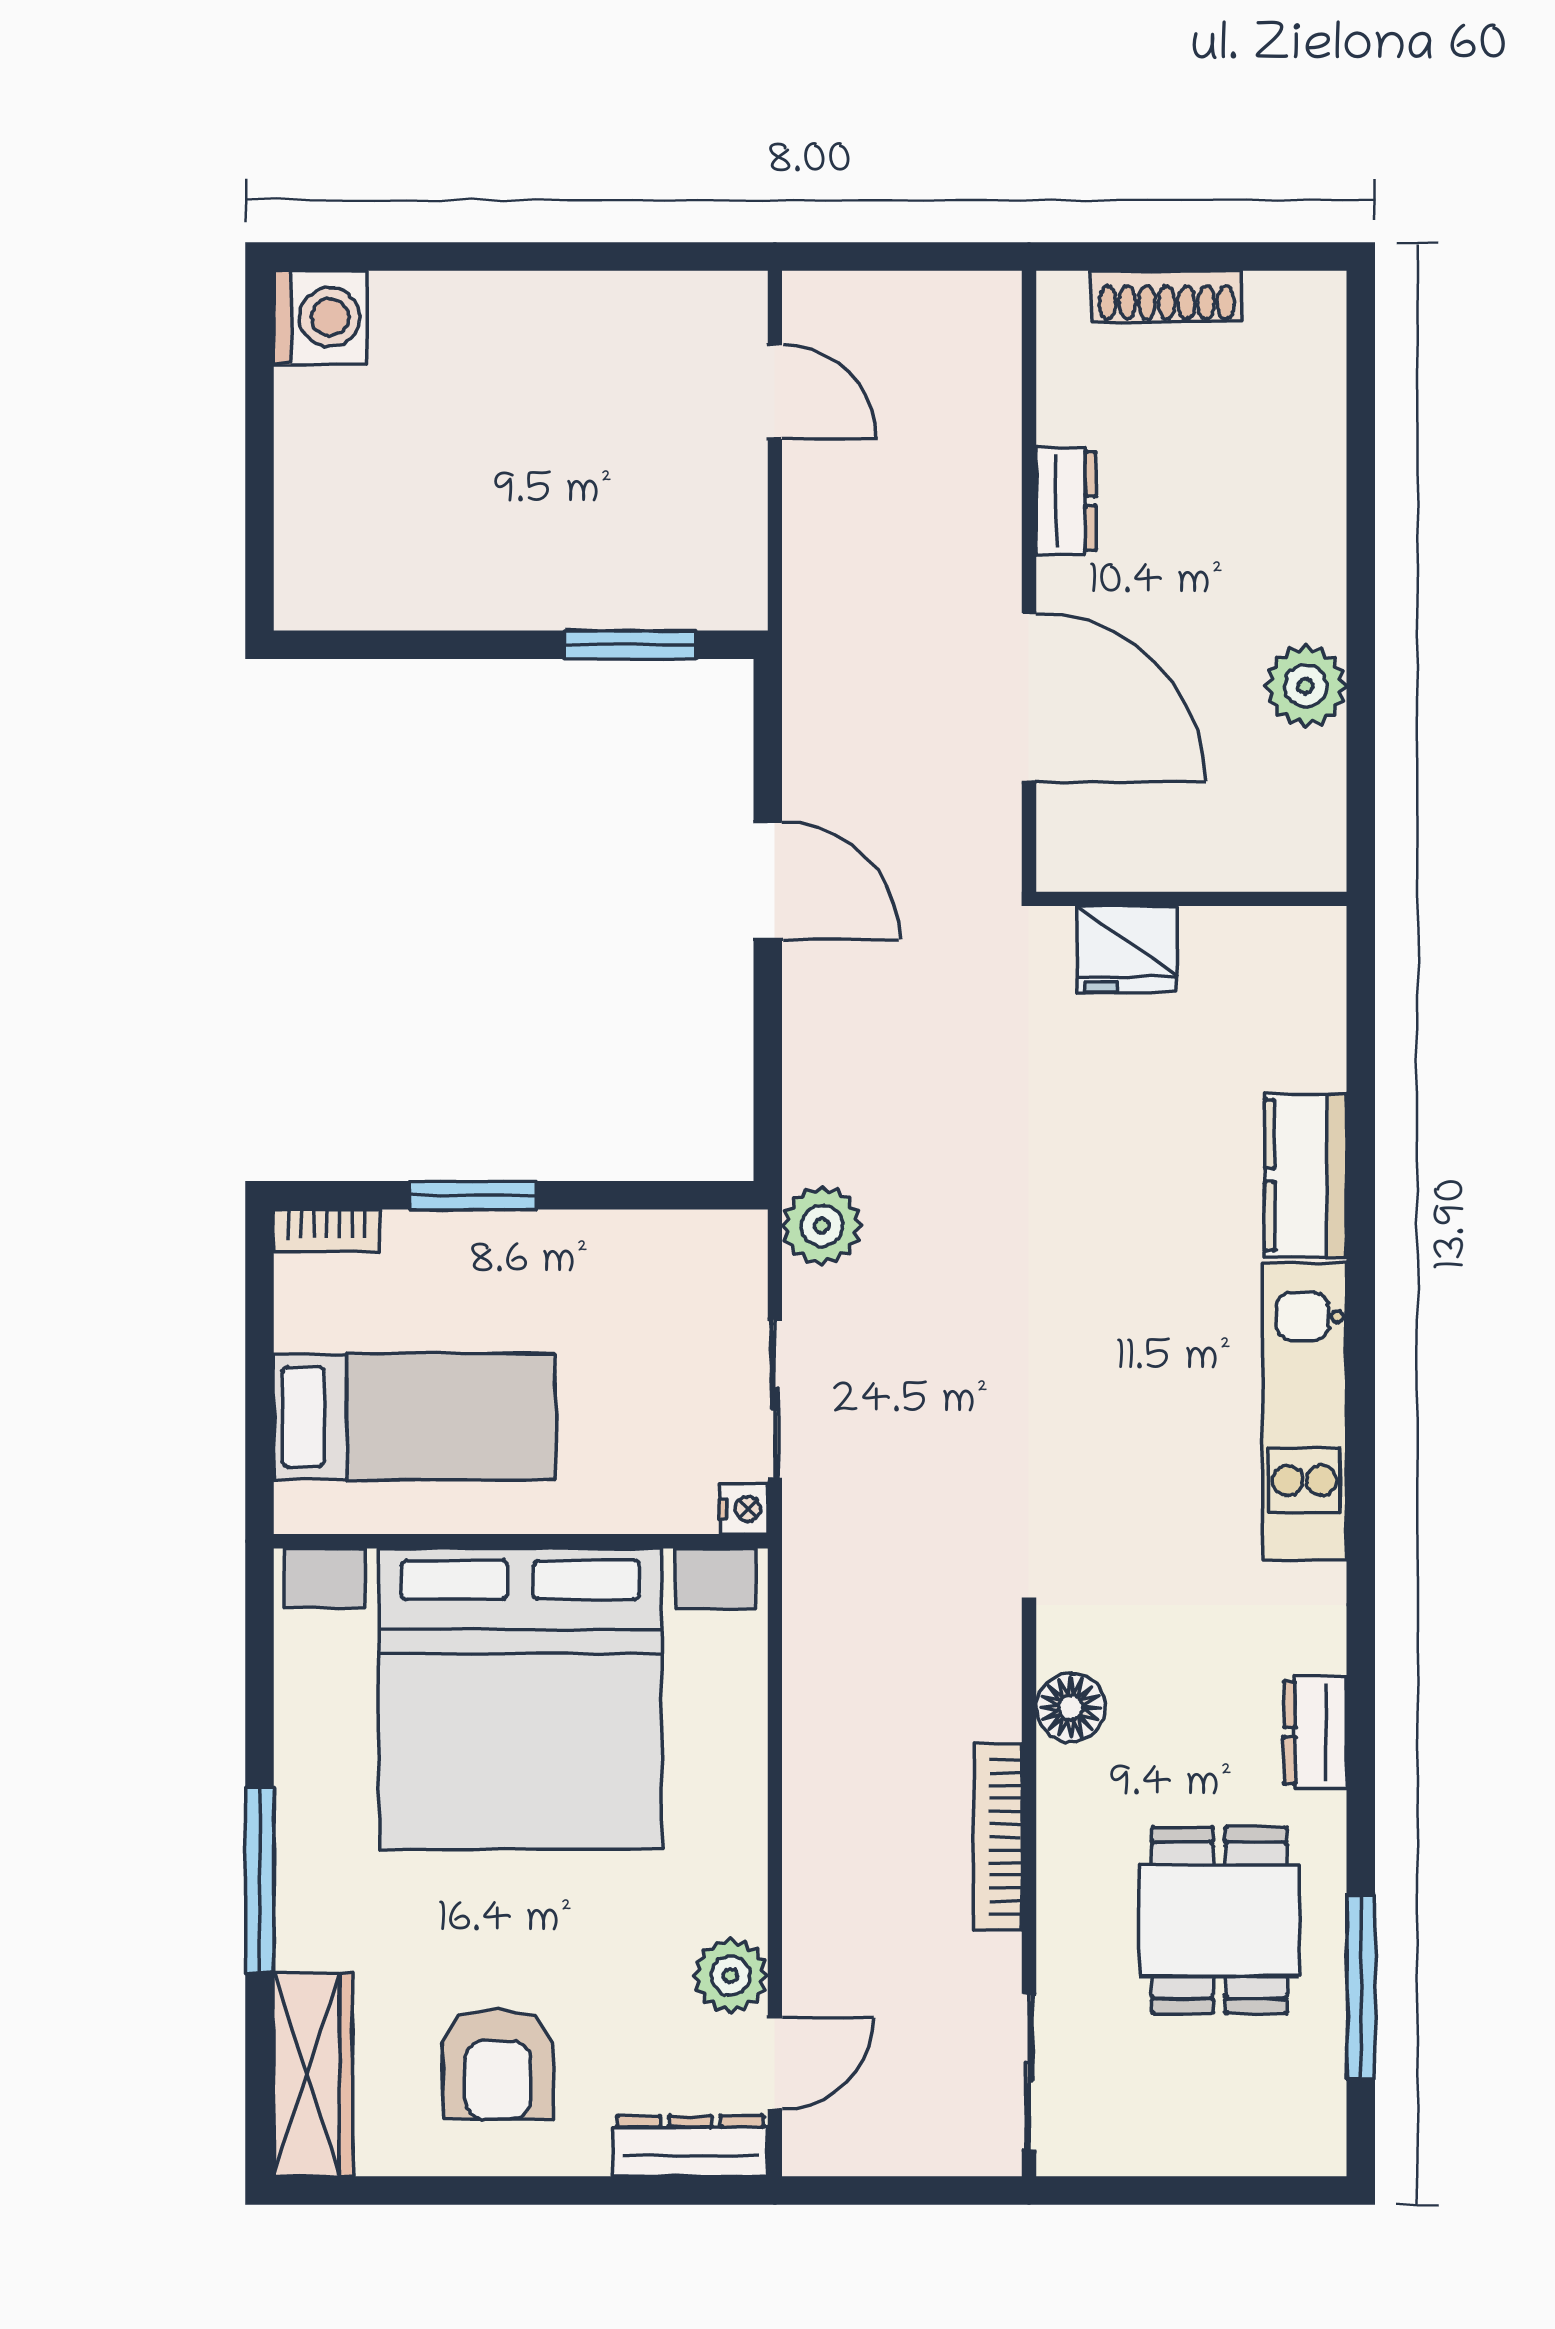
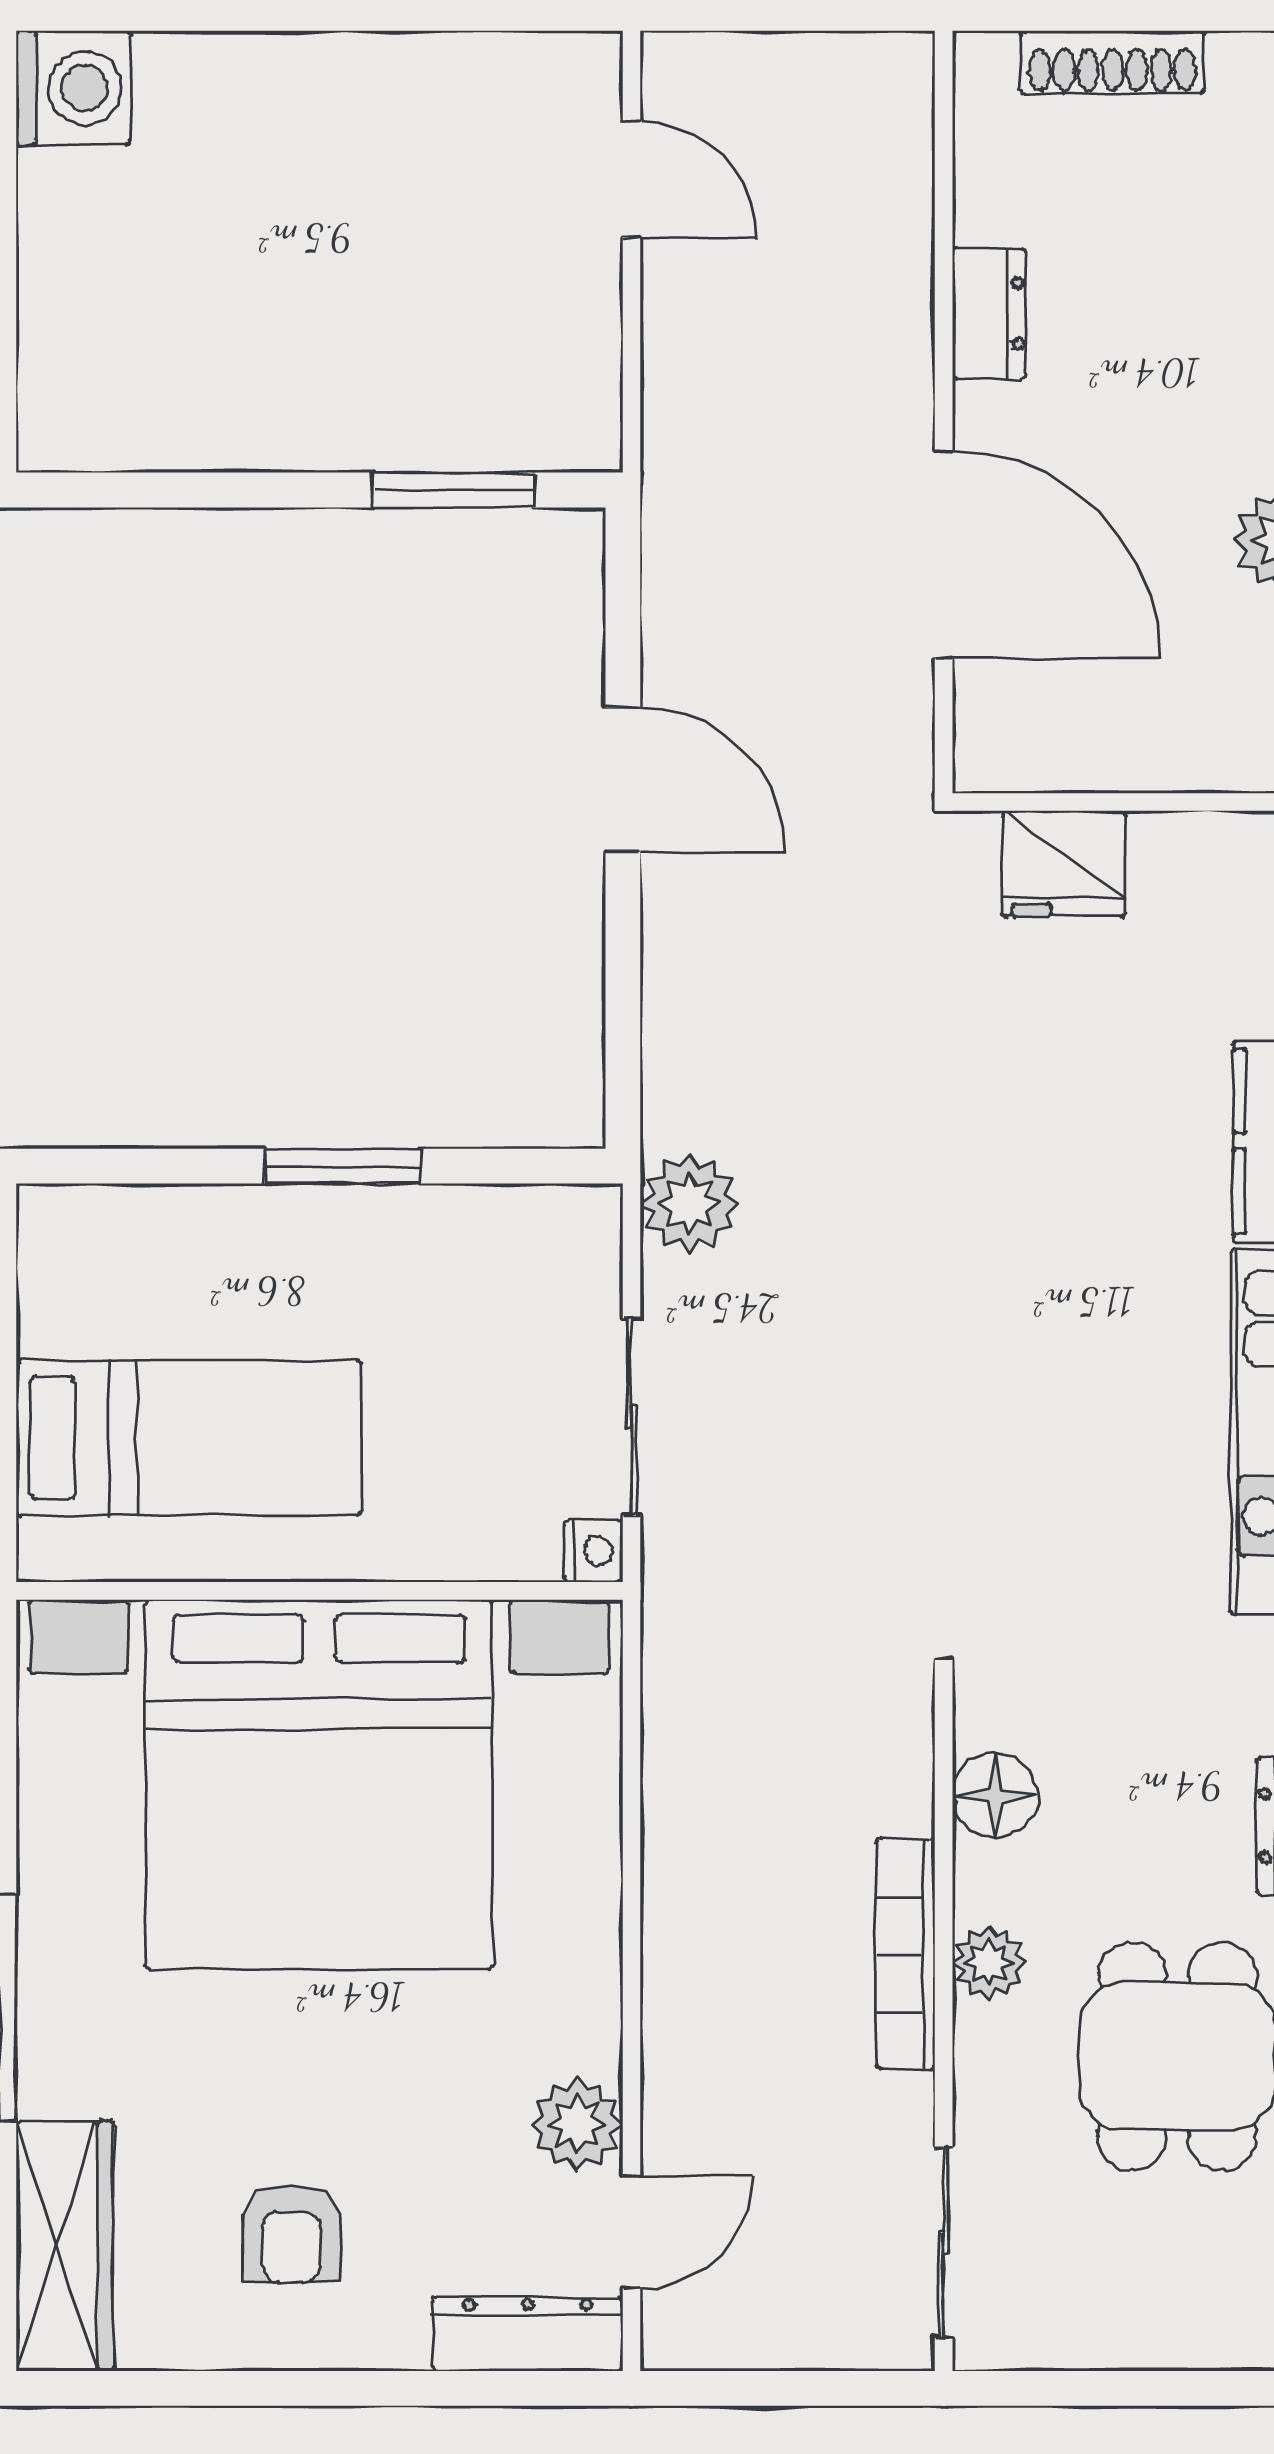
window: (473, 1195) -> (343, 1166), moved
bookcase: (327, 1231) -> (81, 1209), removed
plant: (1066, 1844) -> (989, 1963), added
armchair: (498, 2064) -> (291, 2233), width x0.72, depth x0.72

